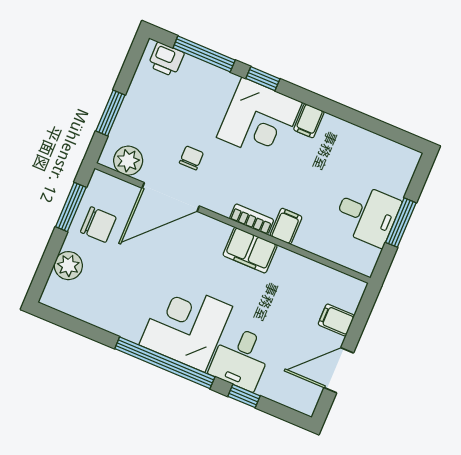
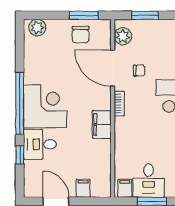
bookcase: (252, 219) -> (119, 104), moved
filing cabinet: (286, 226) -> (125, 188), moved, turned -90
plant: (68, 266) -> (37, 28), moved

